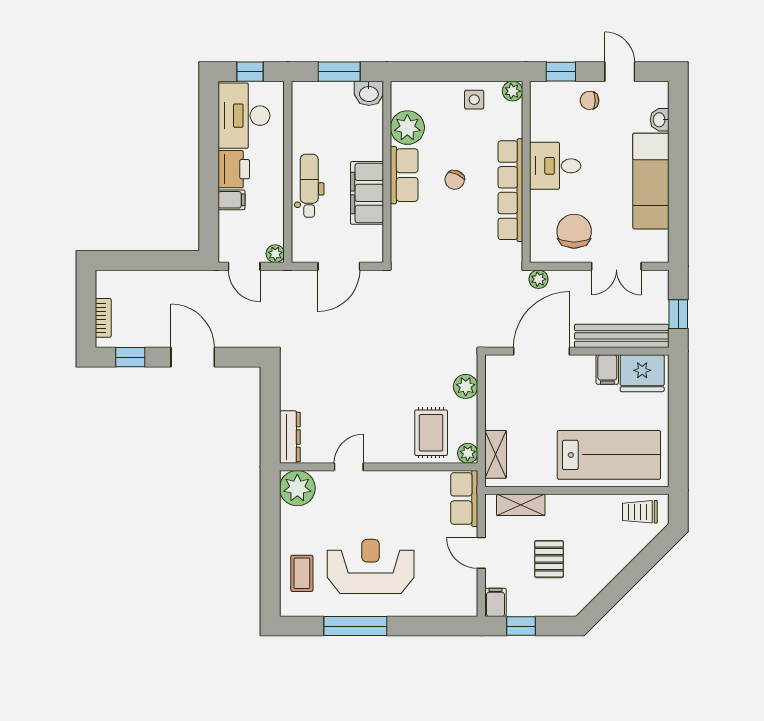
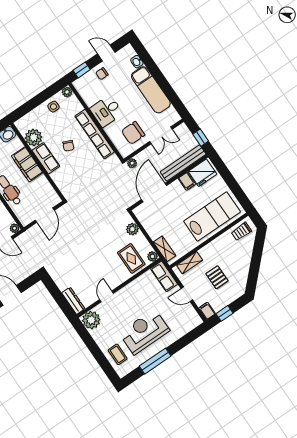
filing cabinet: (367, 193) -> (27, 164), moved
chair: (574, 231) -> (133, 133), turned -90

